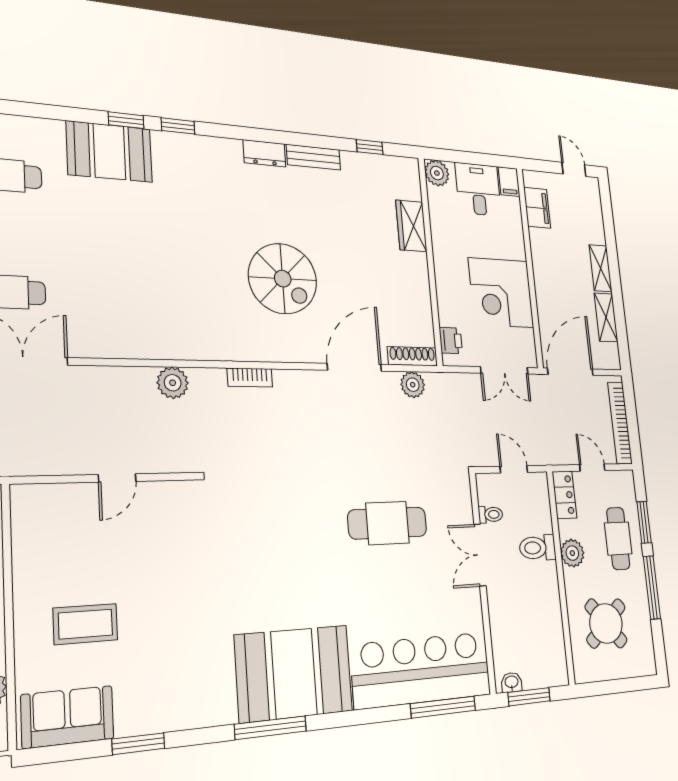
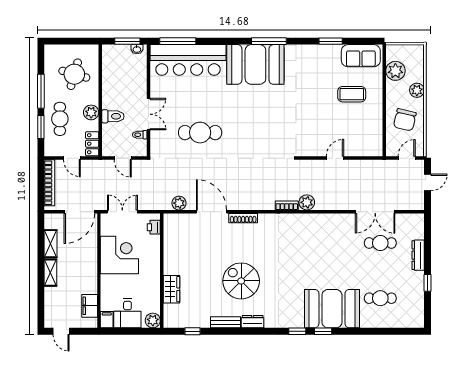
booth: (109, 152) -> (332, 309), width x1.36, depth x1.42
spiral stairs: (283, 279) -> (241, 281), moved
shoe rack: (412, 356) -> (243, 218), moved
door: (355, 367) -> (211, 212), swing flipped
bookcase: (250, 378) -> (287, 205), moved
round table: (606, 623) -> (74, 74), turned -33

